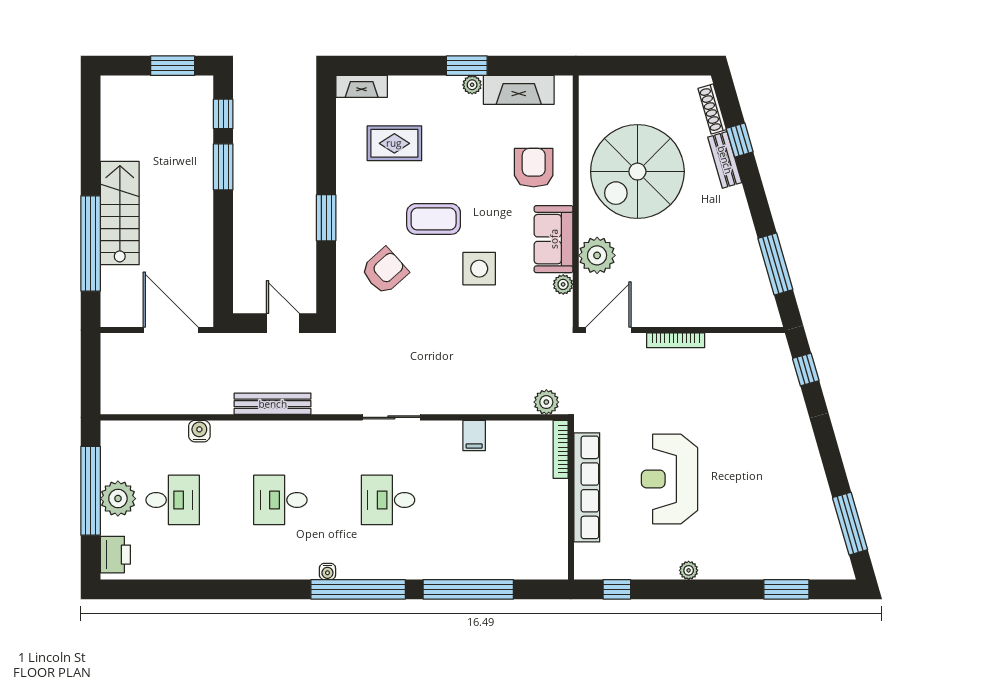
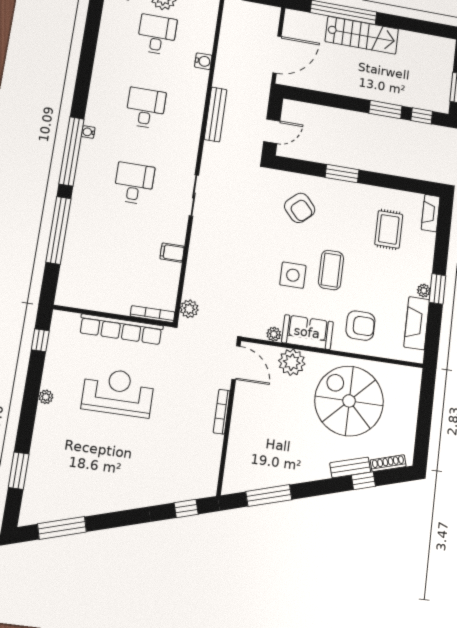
coffee table: (434, 219) -> (331, 270), moved
desk: (173, 500) -> (157, 35), turned 180

